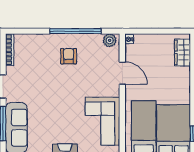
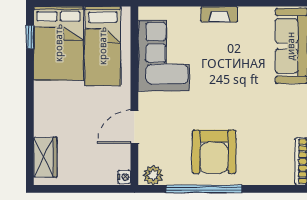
armchair: (69, 56) -> (214, 152), width x1.88, depth x1.88
door: (122, 73) -> (134, 127), hinge flipped

